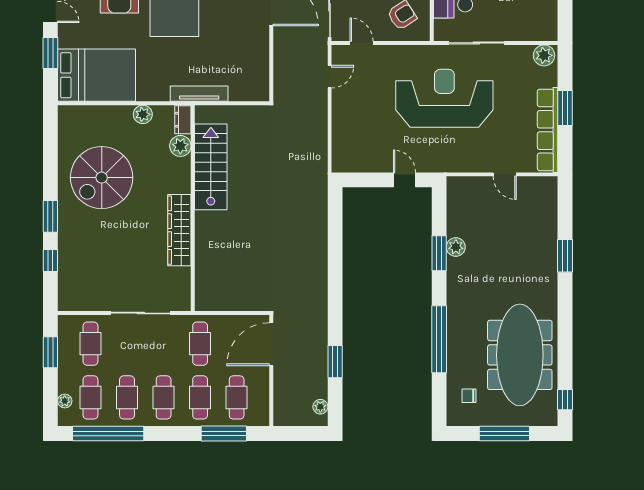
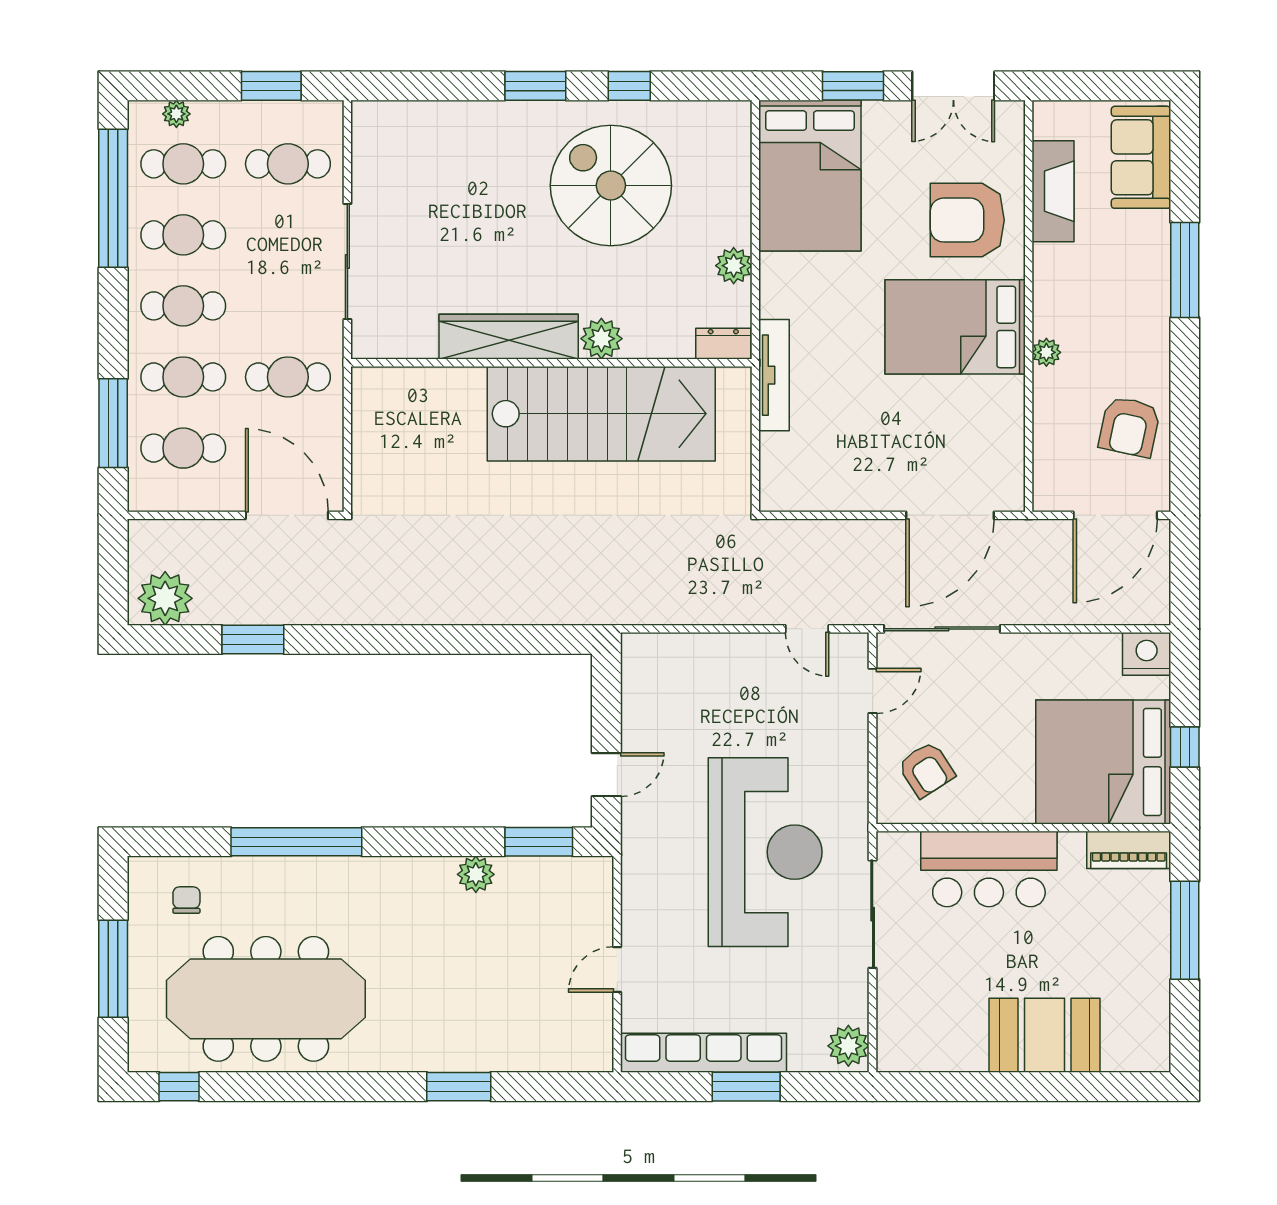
plant: (180, 146) -> (601, 339), moved
stairs: (211, 167) -> (601, 414), width x1.36, depth x1.51
window: (439, 253) -> (539, 842), moved
window: (50, 260) -> (629, 86), moved
plant: (320, 407) -> (165, 598), width x1.88, depth x1.88

